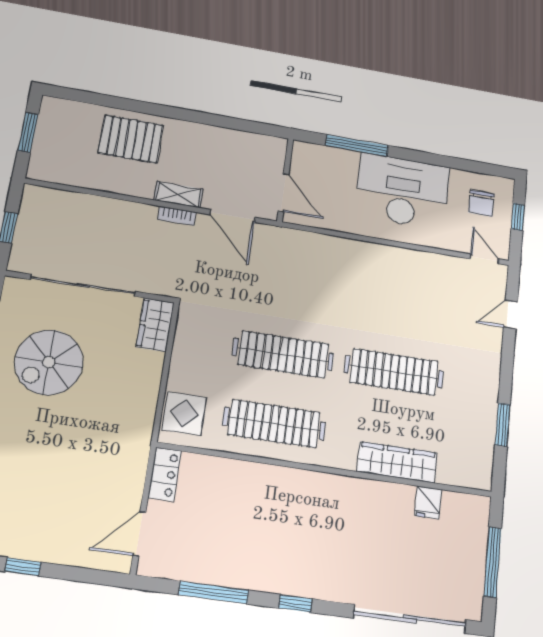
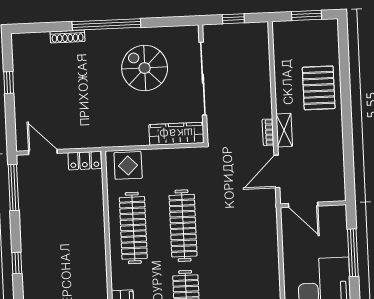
door: (283, 193) -> (303, 205), hinge flipped
wardrobe: (155, 325) -> (176, 134), width x1.50
window: (214, 592) -> (13, 187), moved

